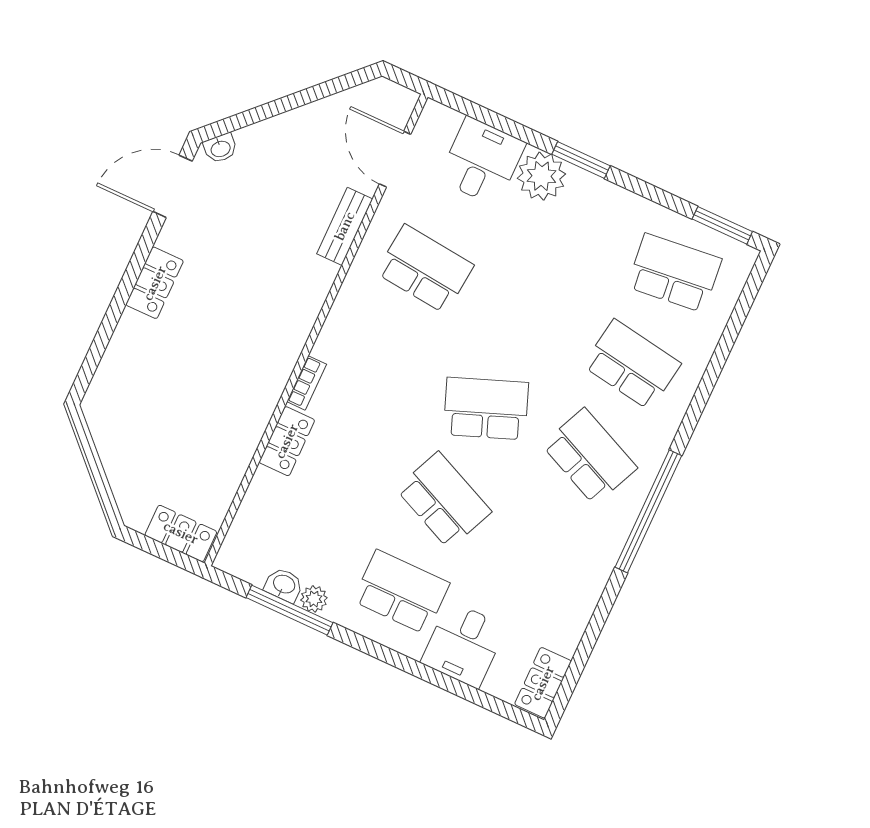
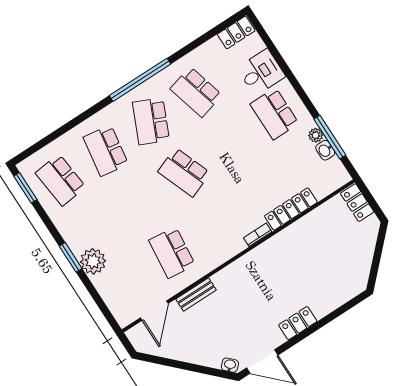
desk: (482, 161) -> (116, 285), removed
locker: (287, 441) -> (291, 209), width x1.53
school desk: (444, 500) -> (196, 92), moved, turned -39

